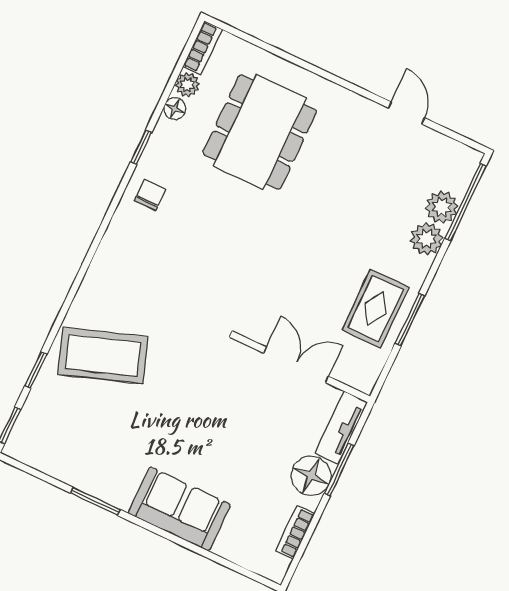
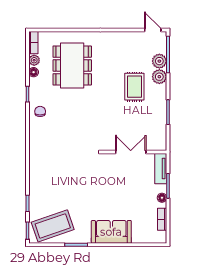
door: (406, 113) -> (153, 30), moved
rug: (376, 309) -> (134, 87), moved
coffee table: (103, 356) -> (53, 226), moved
floor lamp: (311, 476) -> (162, 198), width x0.53, depth x0.53

